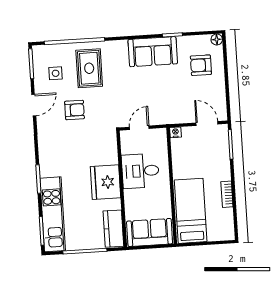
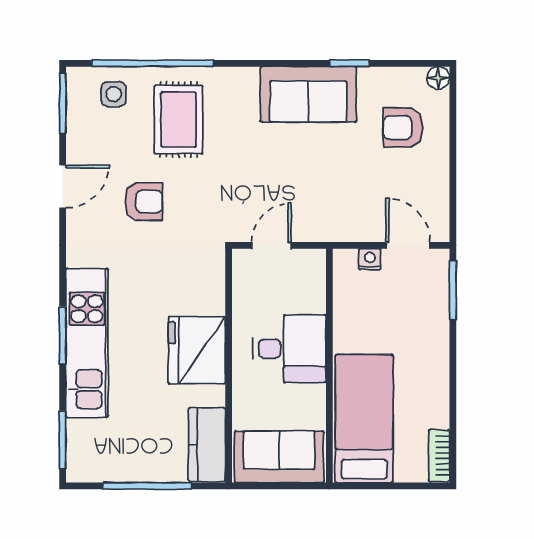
side table: (56, 73) -> (114, 94), moved
nightstand: (175, 132) -> (370, 259), moved
desk: (140, 171) -> (289, 349), moved, turned 180
bookcase: (227, 194) -> (439, 456), moved
kitchen unit: (53, 214) -> (87, 343), moved

